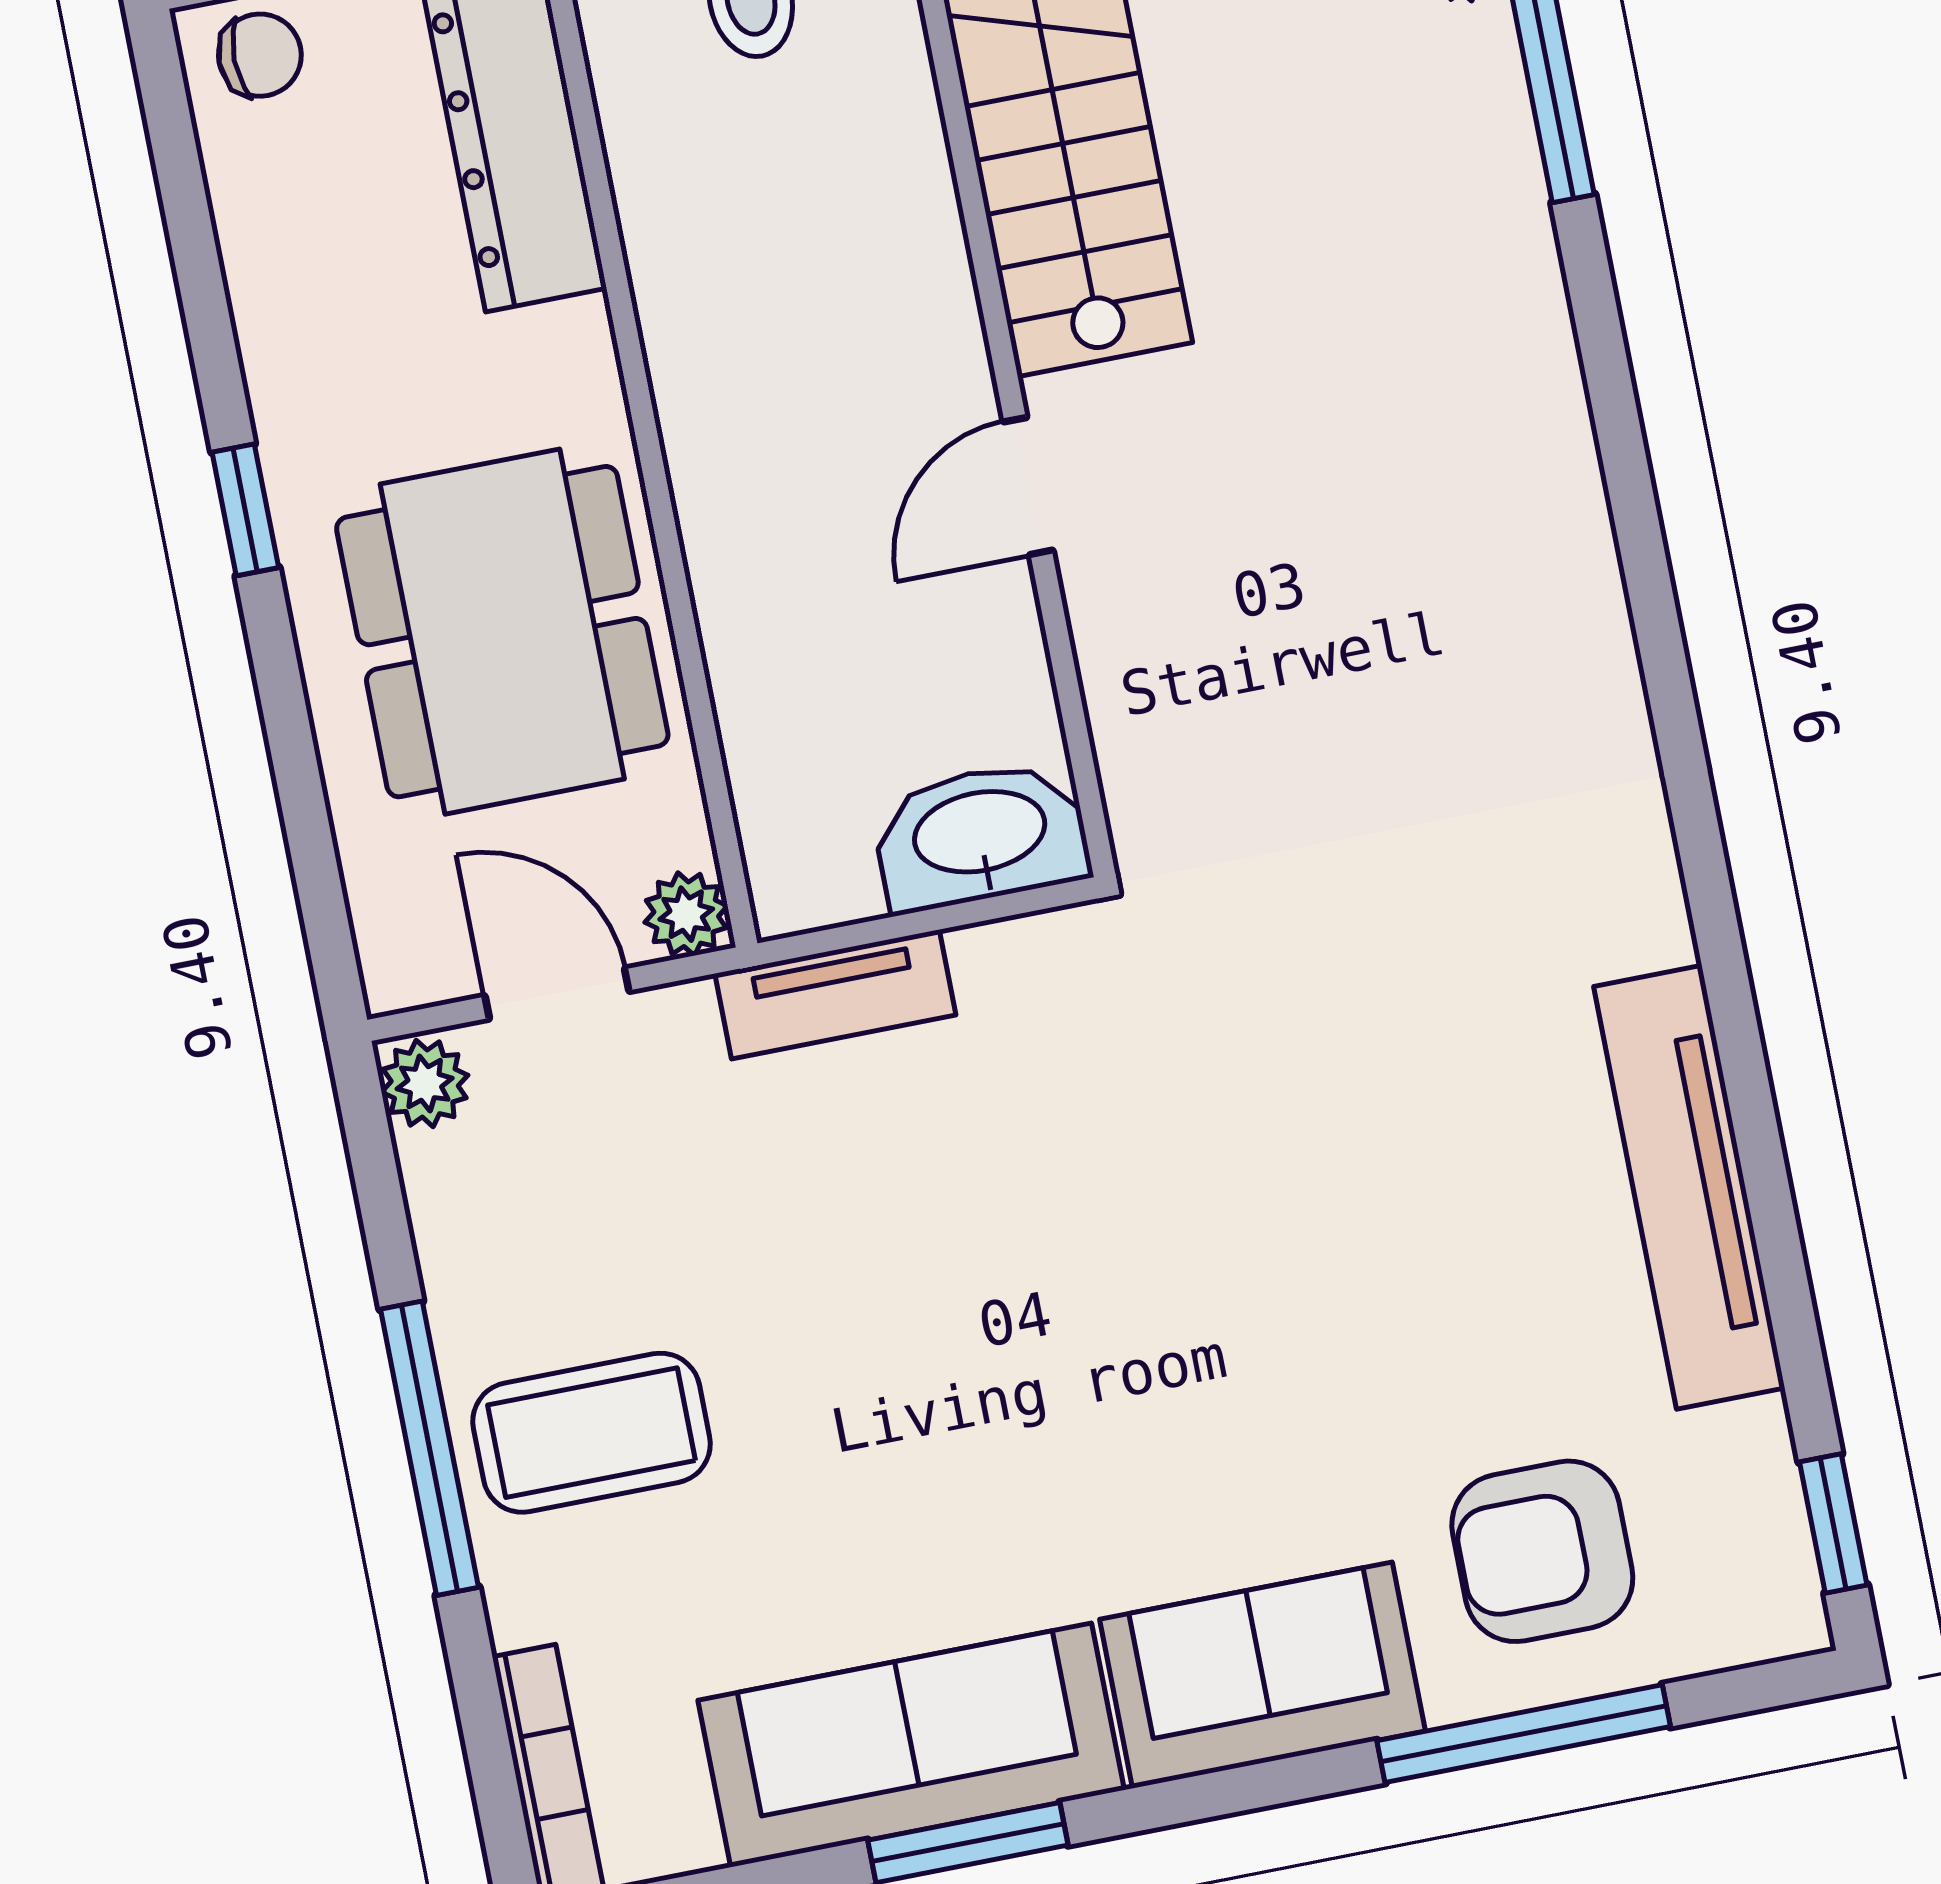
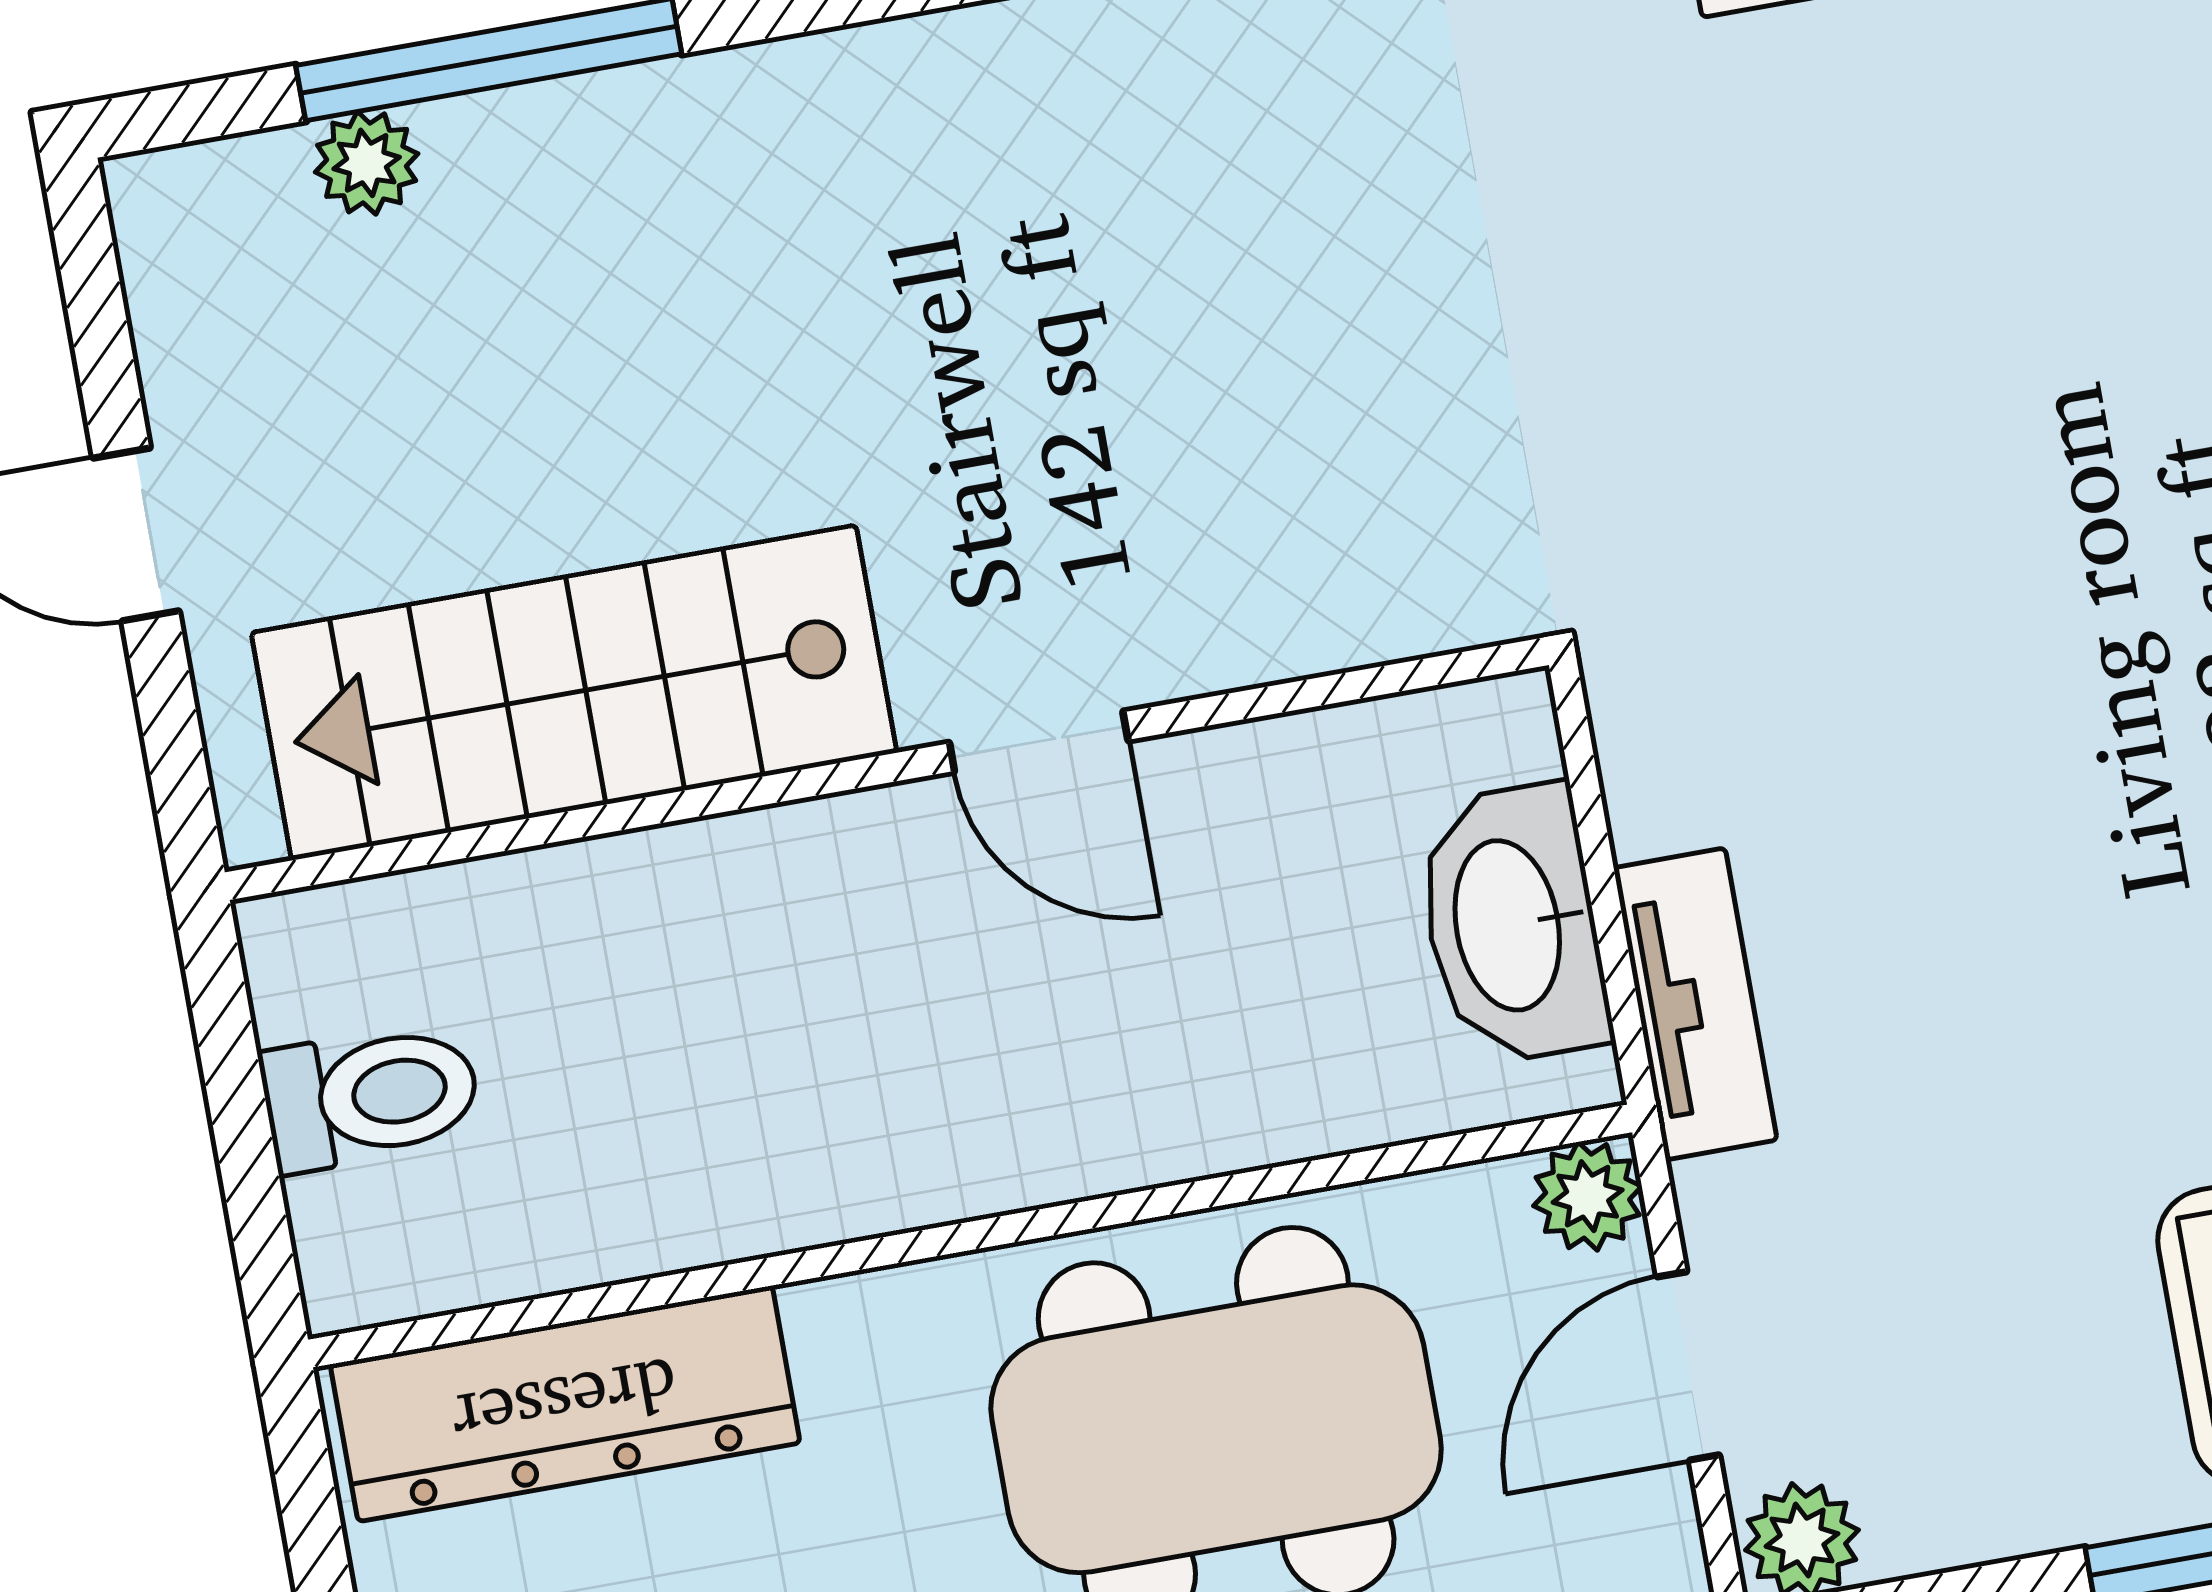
washbasin: (980, 835) -> (1512, 925), moved

